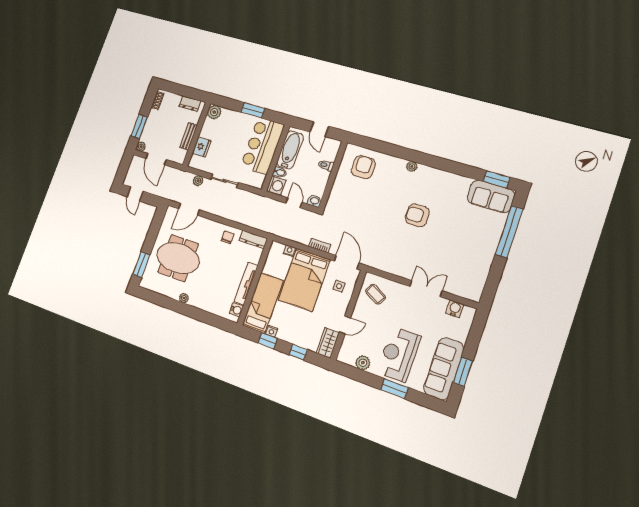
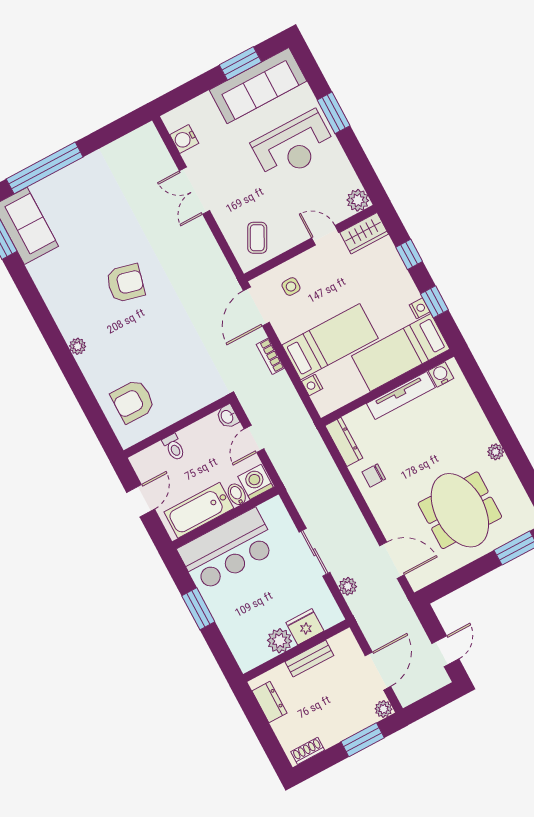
plant: (214, 112) -> (280, 641), moved
armchair: (417, 215) -> (125, 283), turned -76
bed: (304, 280) -> (330, 342), width x0.67
plant: (363, 363) -> (358, 200), moved

